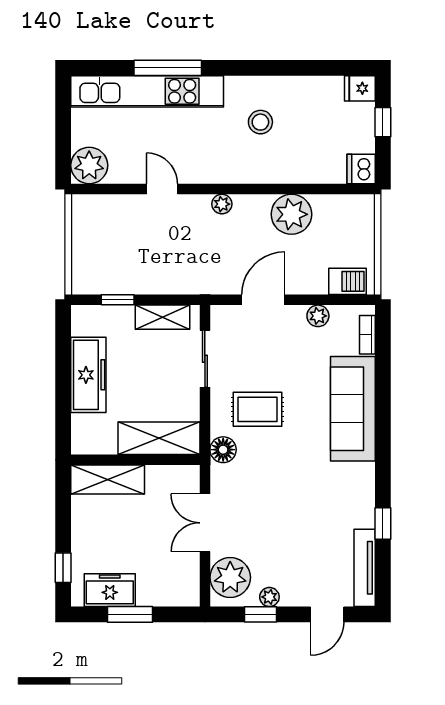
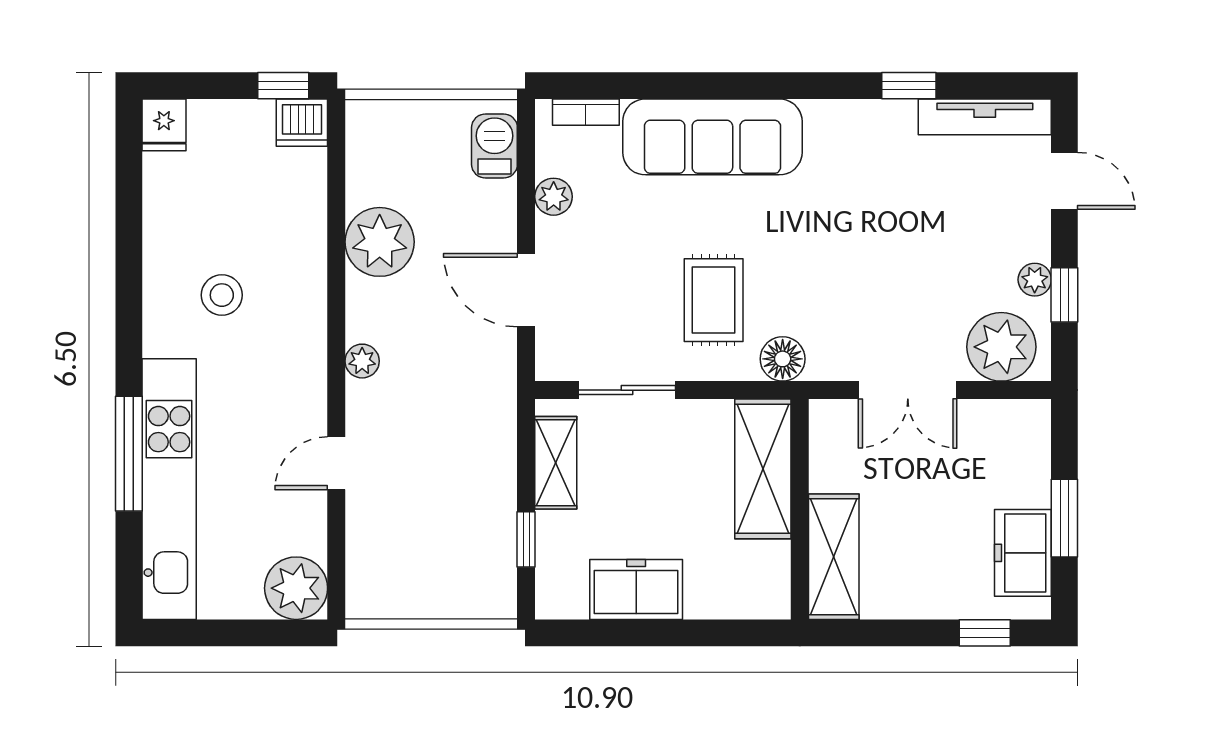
window: (383, 122) -> (283, 86), moved
freezer: (88, 375) -> (636, 589), width x0.71

